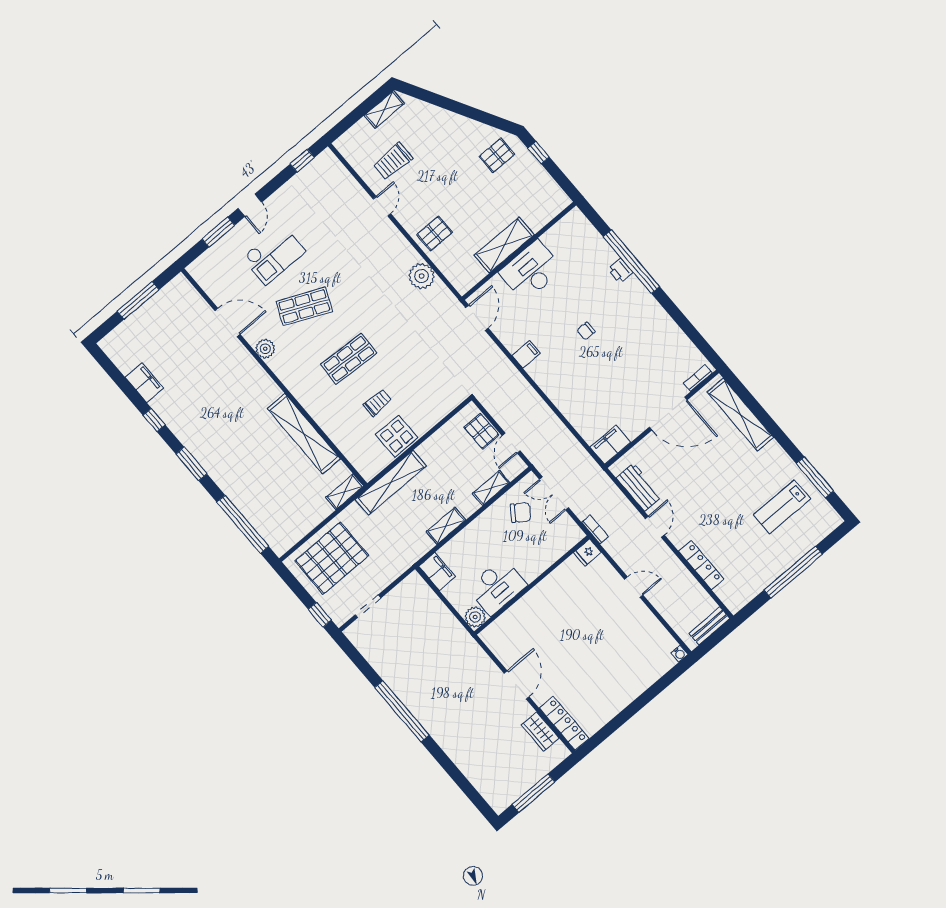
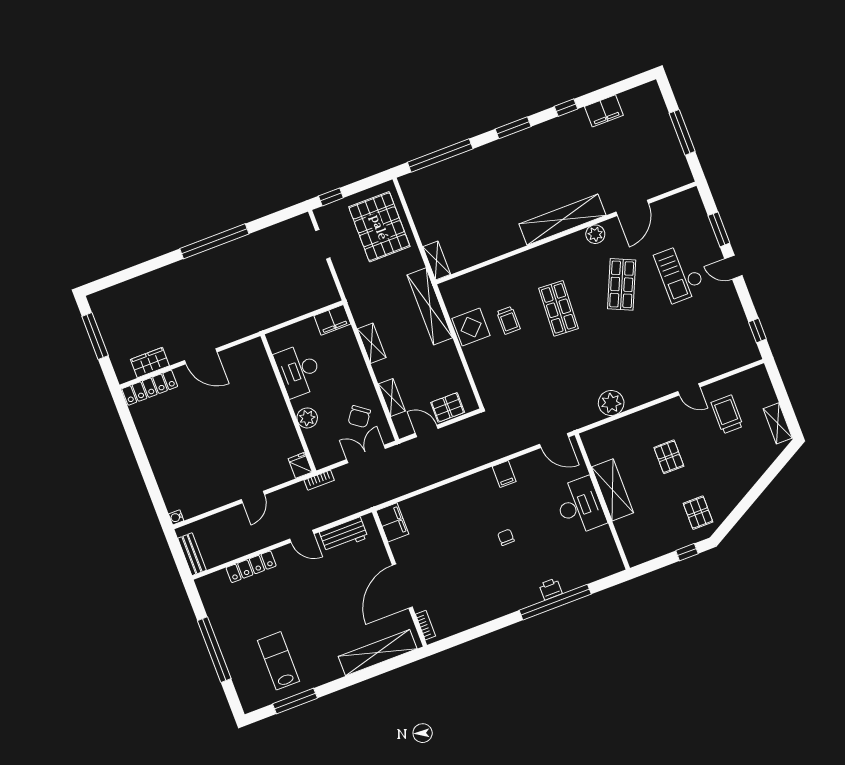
pallet: (434, 233) -> (669, 457), moved
shelving: (304, 434) -> (562, 220), moved
plant: (475, 617) -> (307, 418), moved

